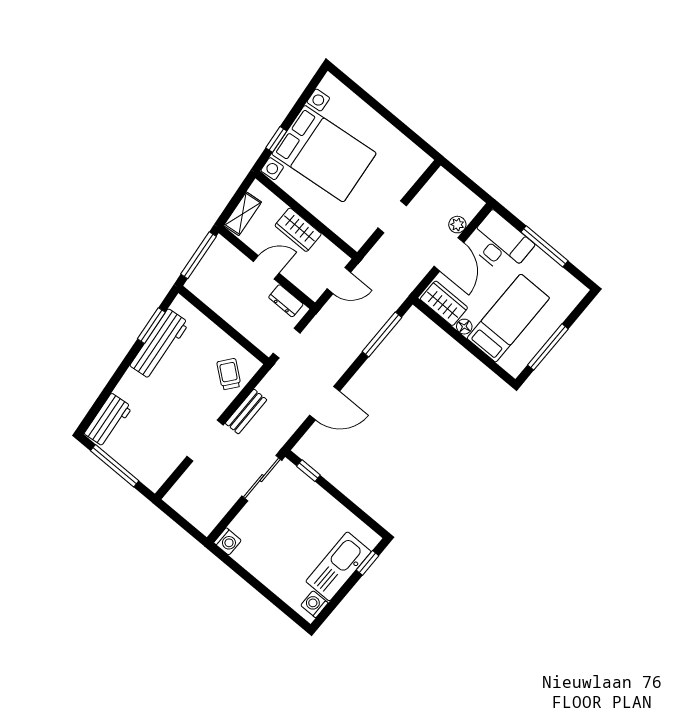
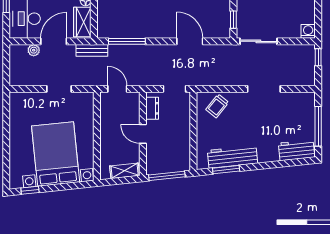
window: (276, 139) -> (30, 190), moved
wardrobe: (298, 230) -> (108, 134), removed
bench: (246, 412) -> (92, 50), moved
window: (190, 529) -> (318, 57), added

